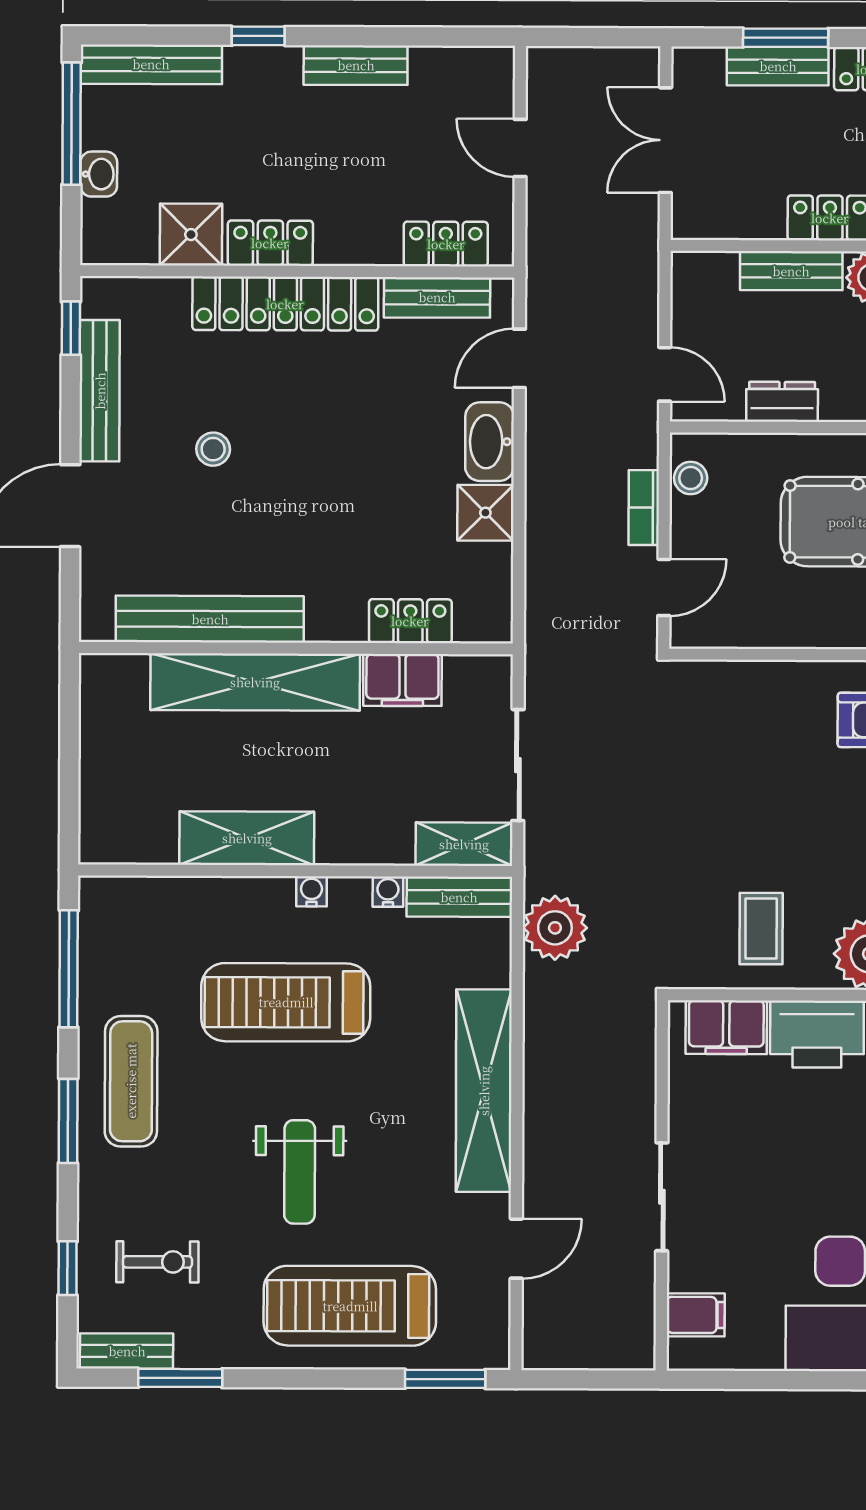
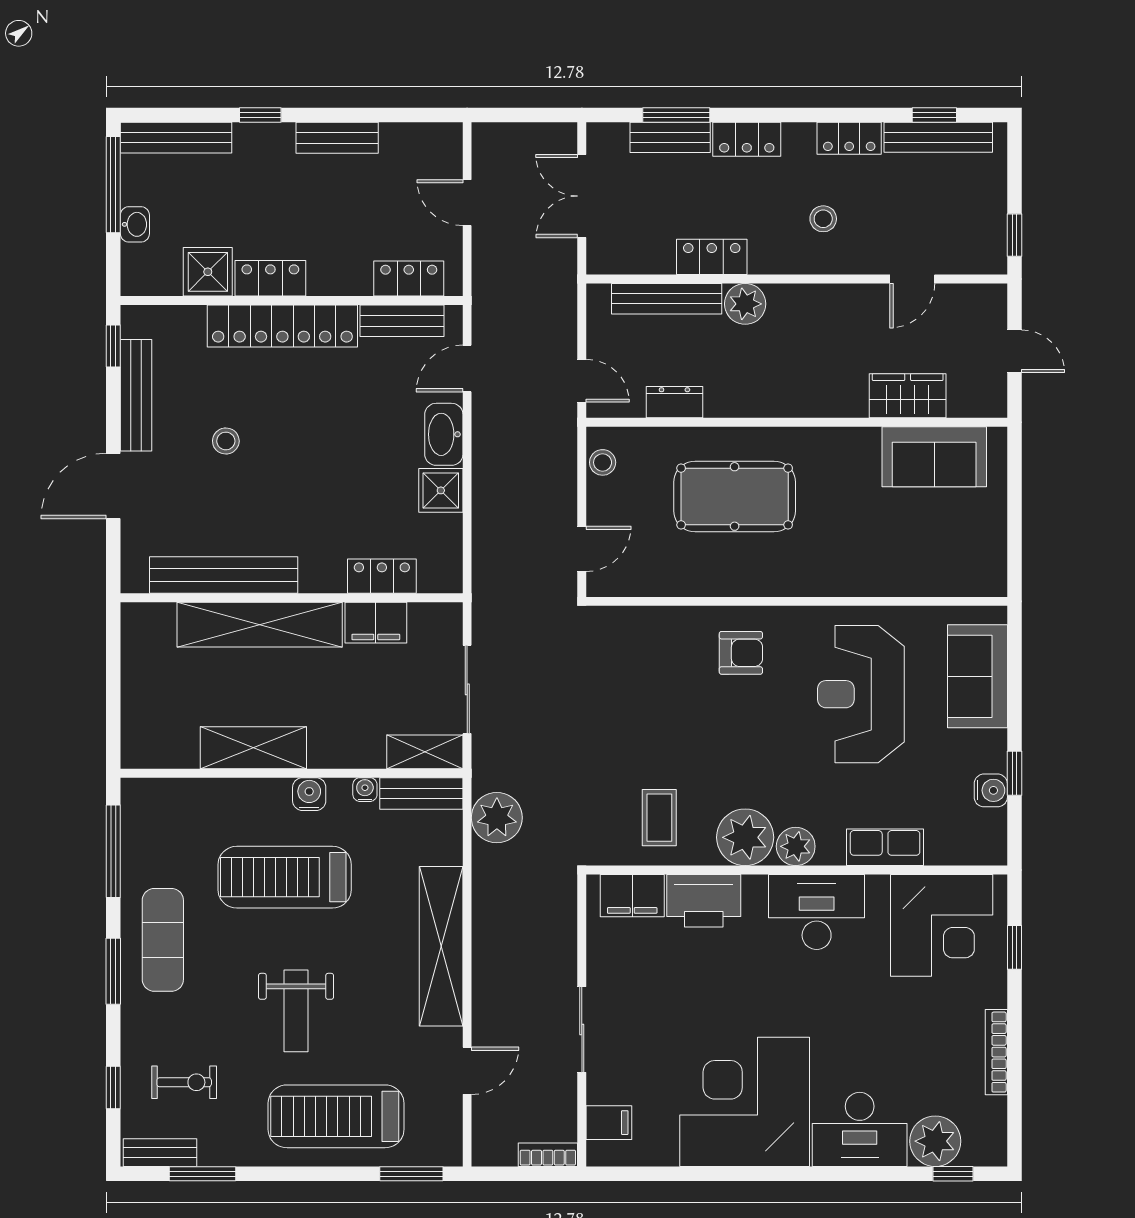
bench: (791, 271) -> (667, 299), width x1.36
bookcase: (644, 508) -> (548, 1155), moved, turned 90
water cooler: (311, 891) -> (309, 794), width x1.38, depth x1.38

